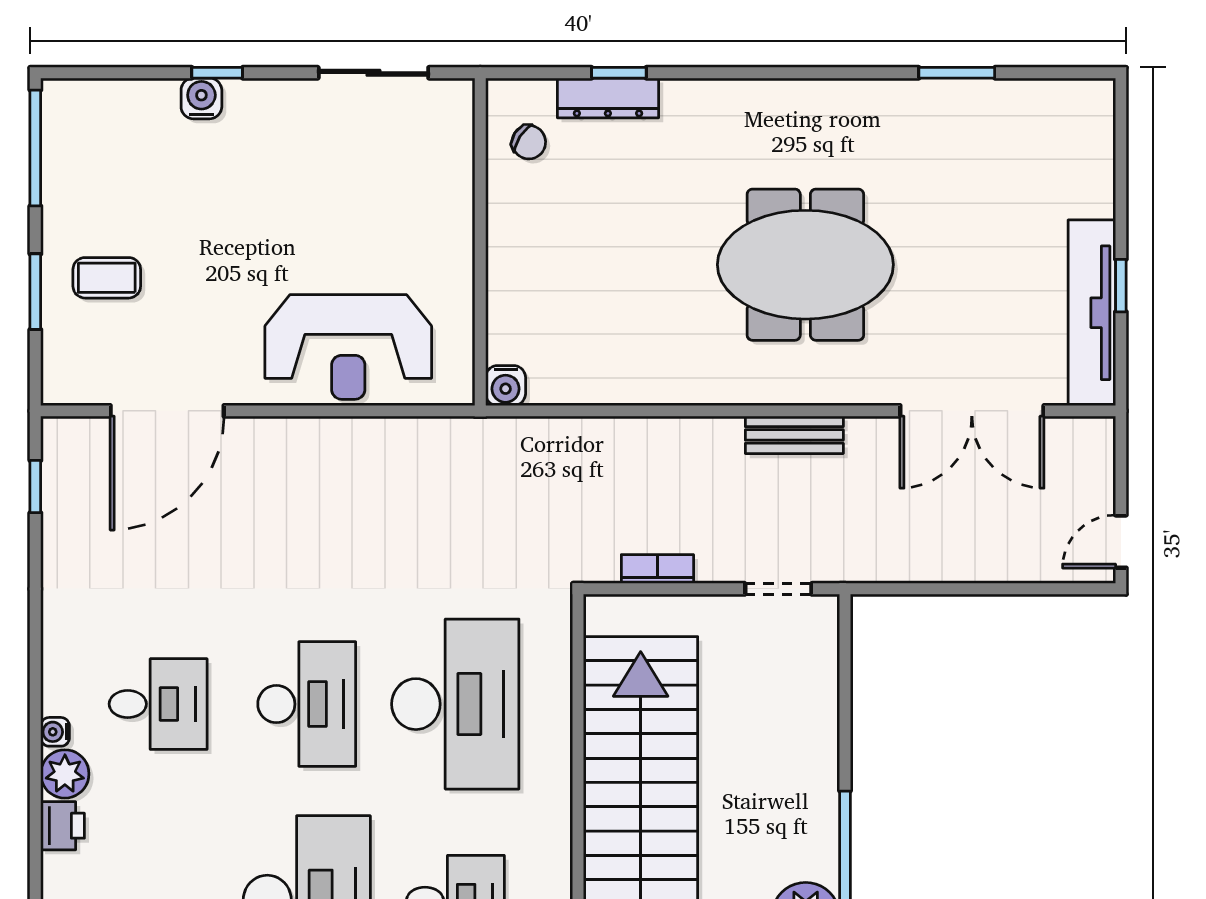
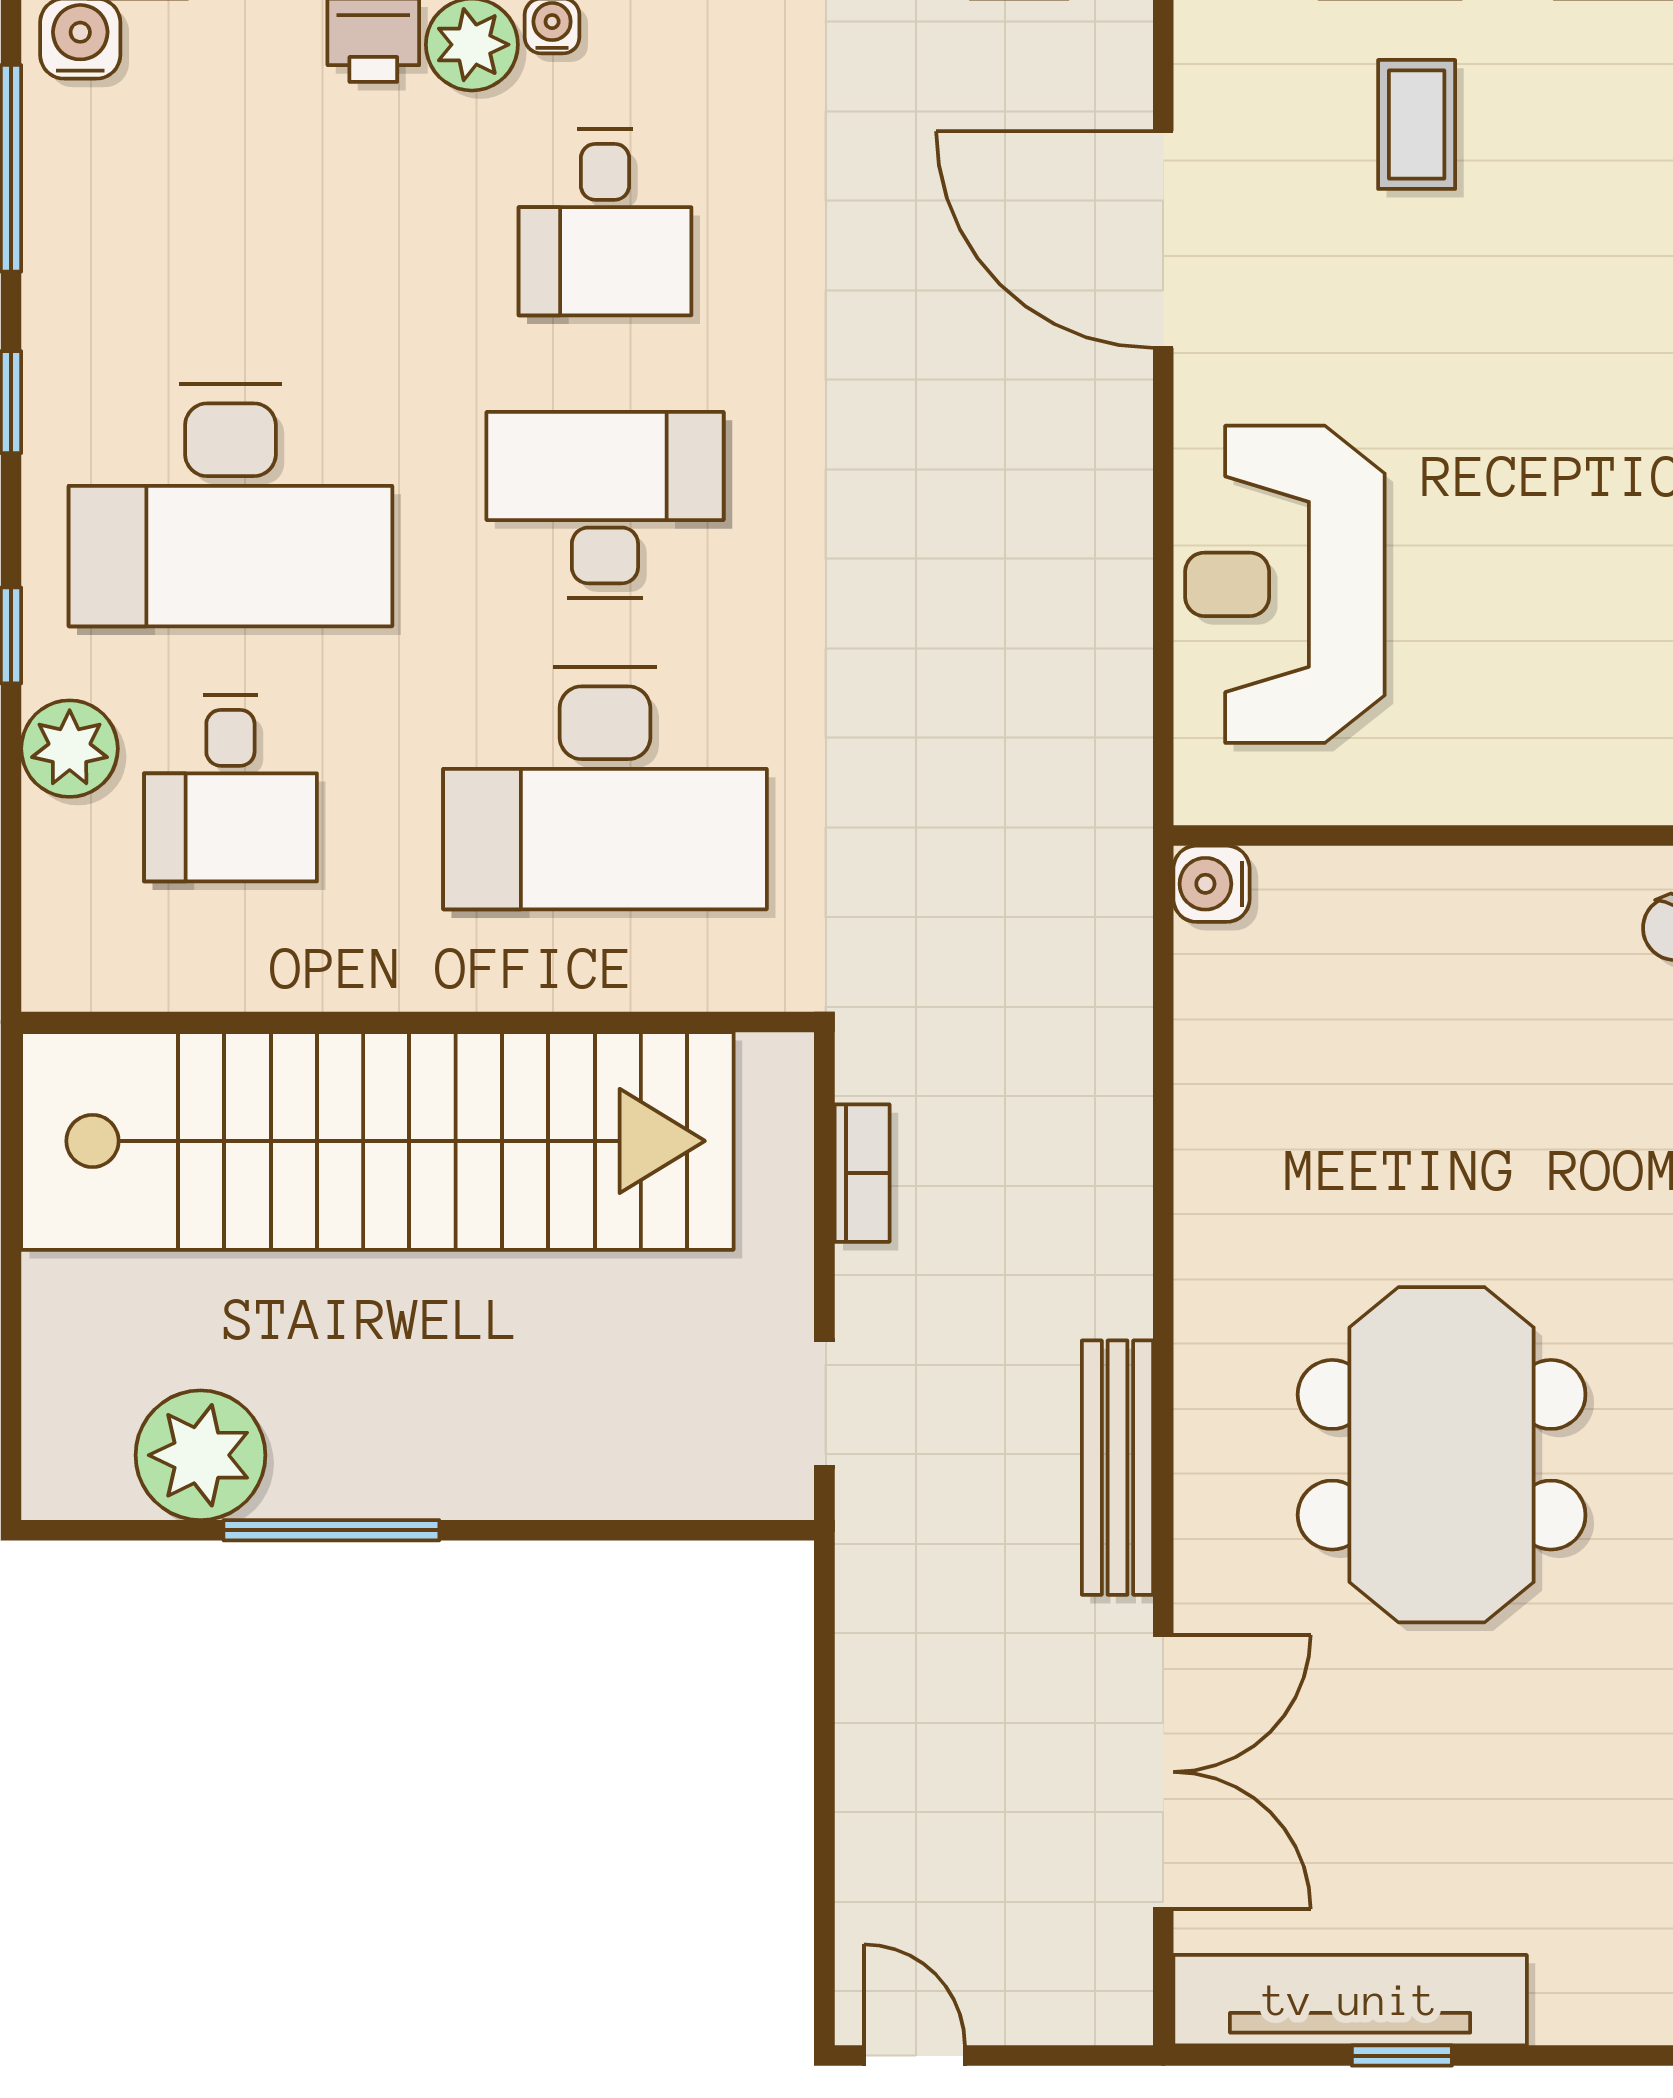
double door: (972, 411) -> (1163, 1772), swing flipped
bench: (794, 435) -> (1117, 1468), width x1.36
desk: (307, 704) -> (605, 505), turned 180

